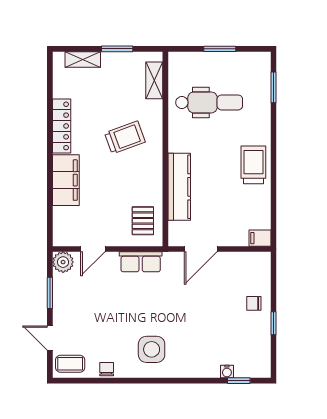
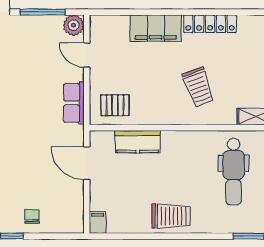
kitchen counter: (179, 187) -> (138, 142), width x0.67
window: (50, 293) -> (43, 12), width x1.44

